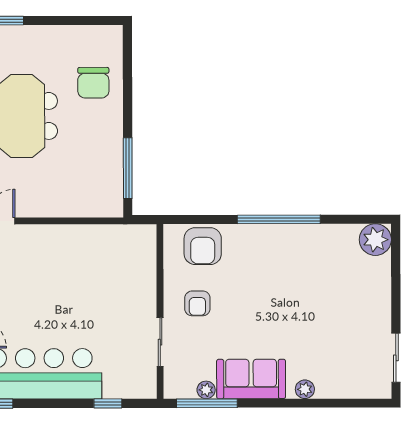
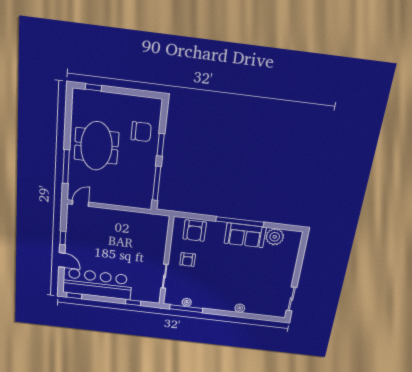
chair: (93, 83) -> (141, 132), turned -90
window: (128, 101) -> (161, 145), added
plant: (375, 240) -> (275, 237), moved
sofa: (251, 379) -> (245, 235), moved, turned 180

